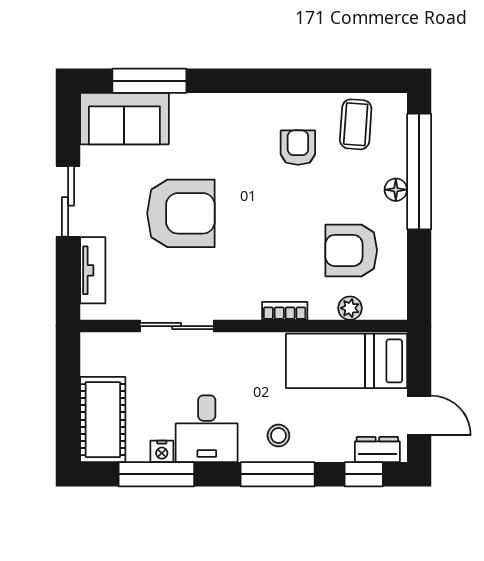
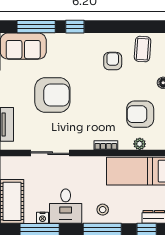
window: (224, 81) -> (75, 27), added

